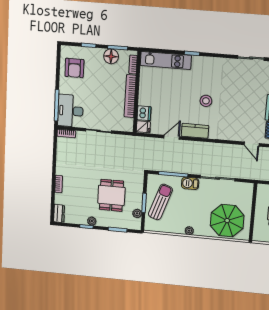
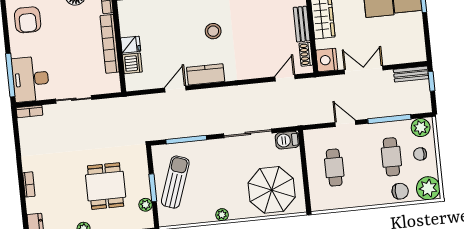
fridge: (143, 127) -> (131, 45), moved
door: (252, 144) -> (285, 78), swing flipped
barbecue: (190, 183) -> (287, 140), moved

